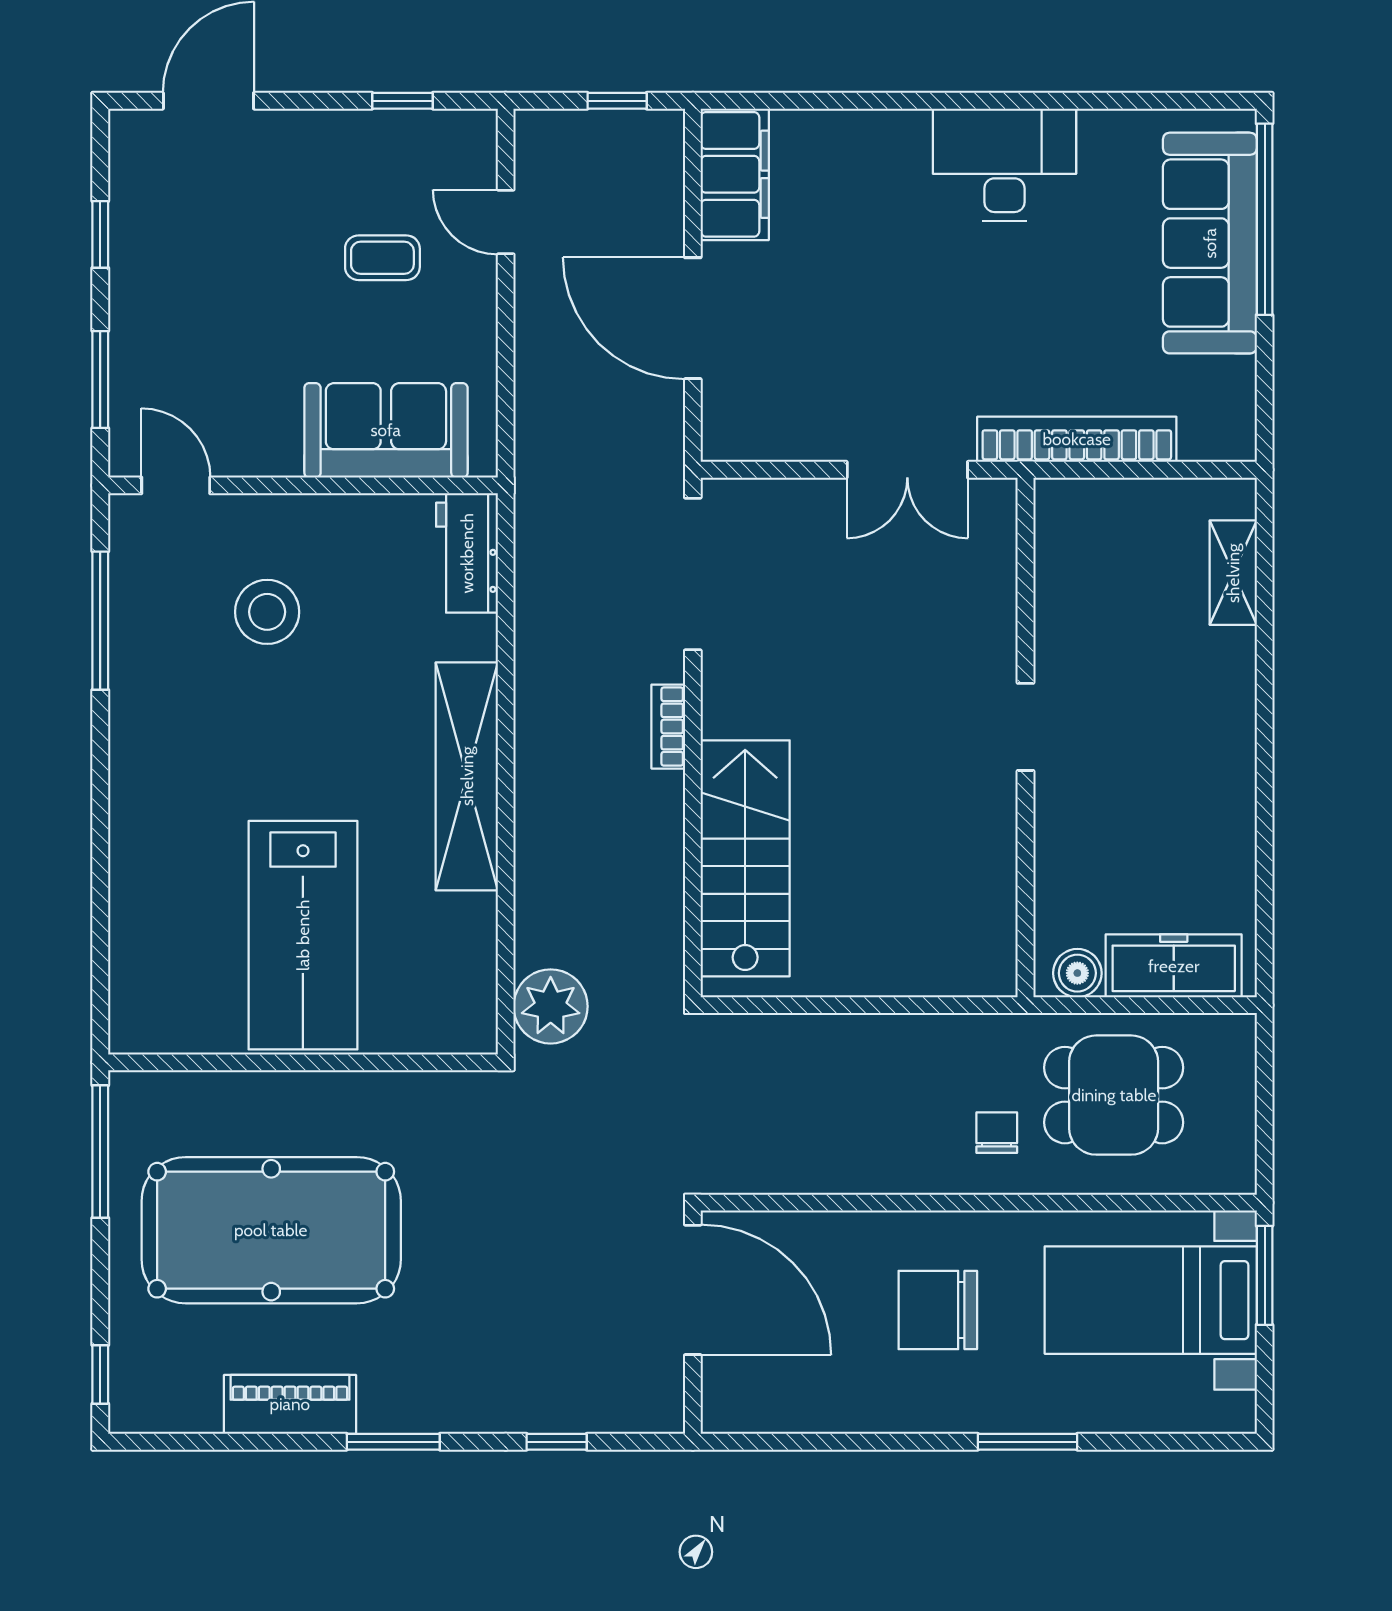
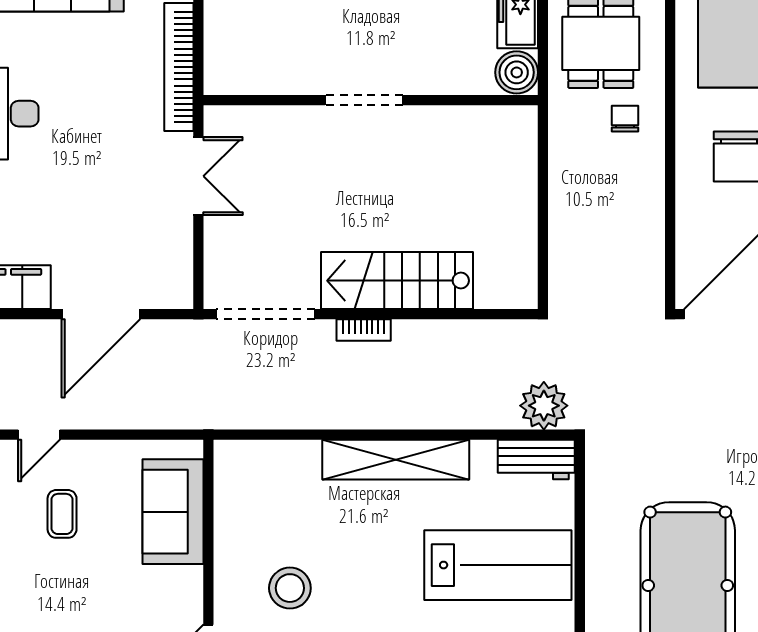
workbench: (467, 553) -> (536, 459), moved
doorway: (1025, 727) -> (364, 100), width x1.38
stairs: (745, 858) -> (397, 281), moved
boiler: (1077, 973) -> (517, 72), width x1.36, depth x1.36
chair: (997, 1133) -> (625, 119), turned 90

